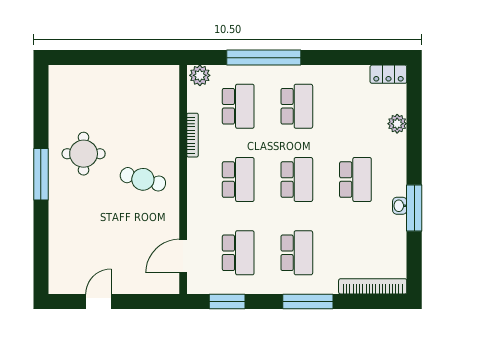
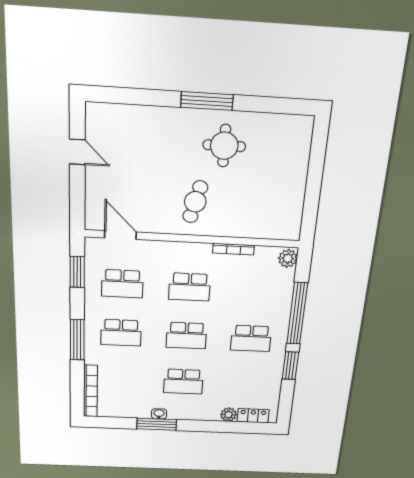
window: (329, 58) -> (290, 366), added
locker: (388, 74) -> (253, 416), moved, turned 90
school desk: (238, 106) -> (256, 290), removed

